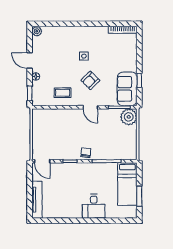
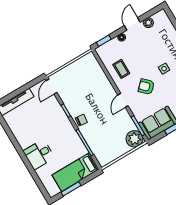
plant: (37, 31) -> (148, 23), moved

